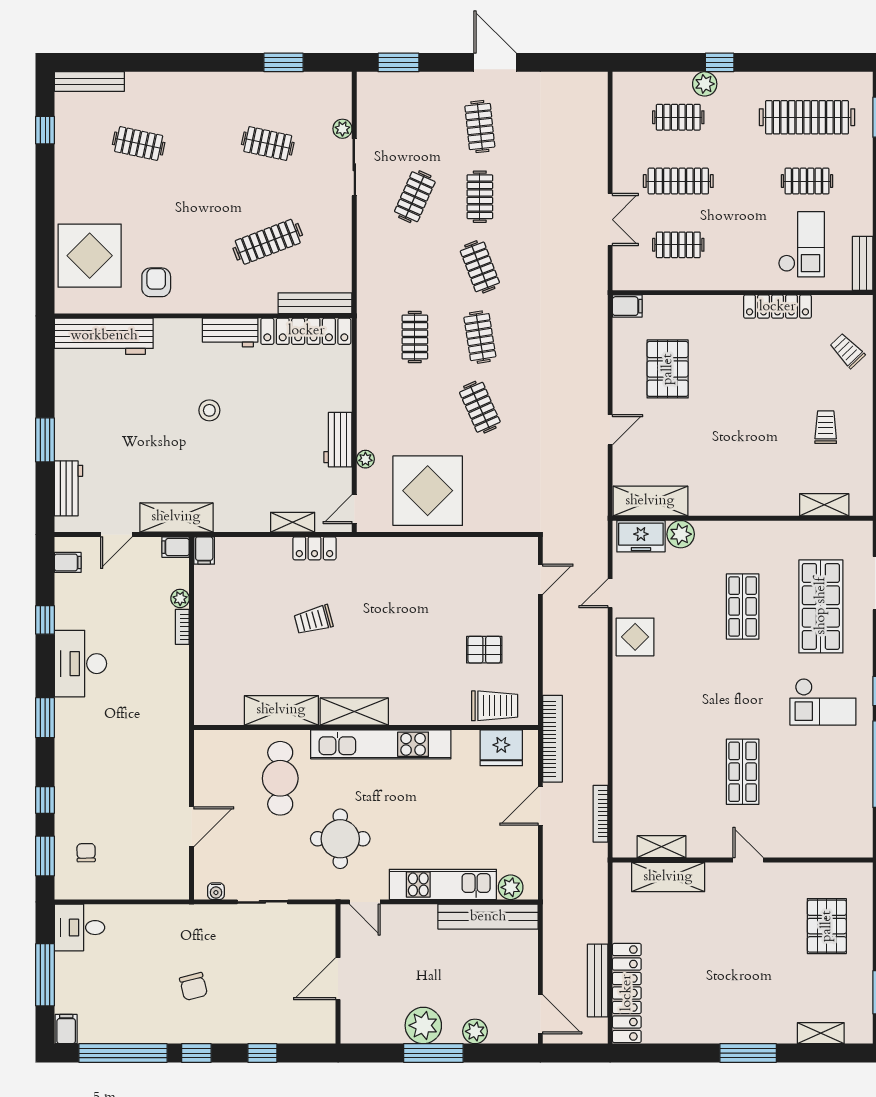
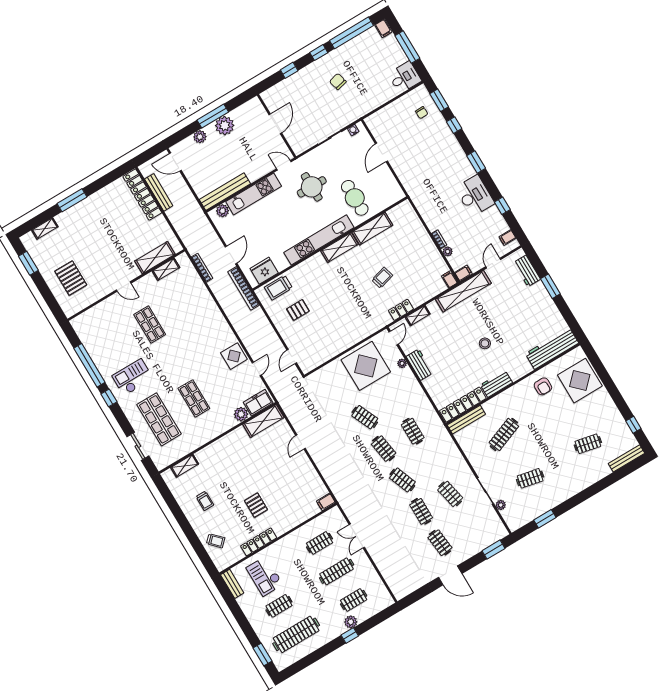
clothes rail: (415, 197) -> (450, 494), turned -36
pallet: (668, 369) -> (256, 505), moved, width x0.67, depth x0.71
shelving: (176, 517) -> (463, 291), width x1.47

